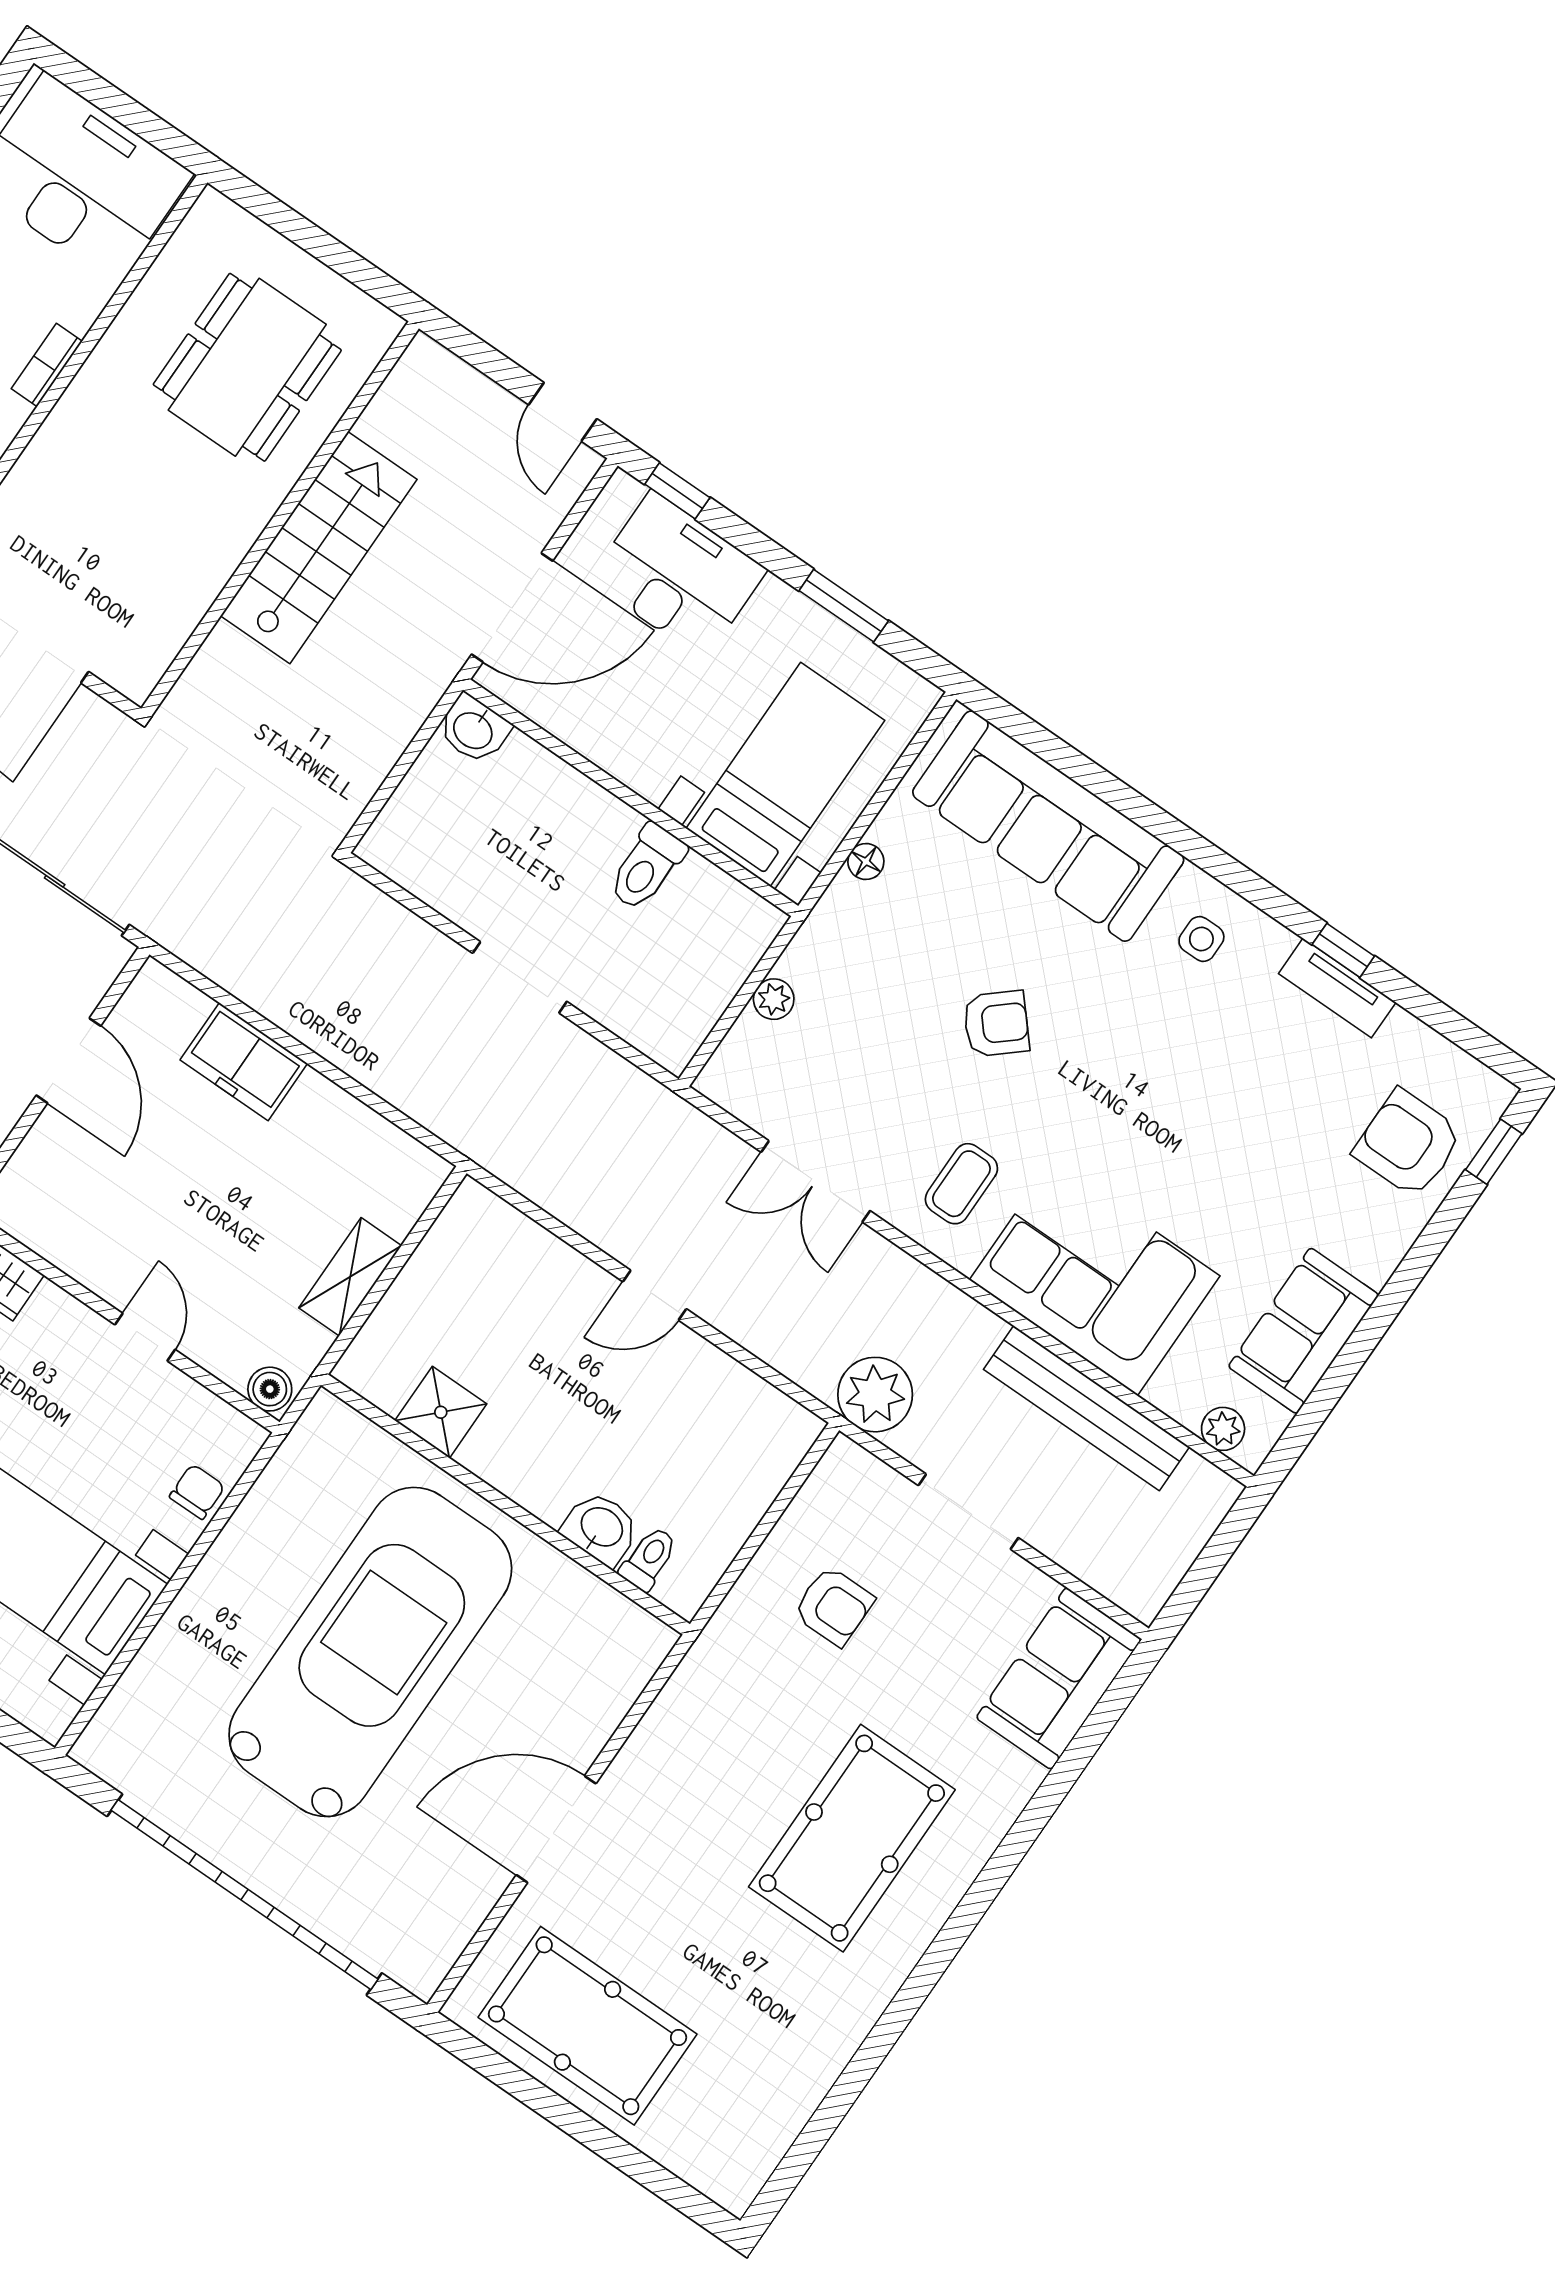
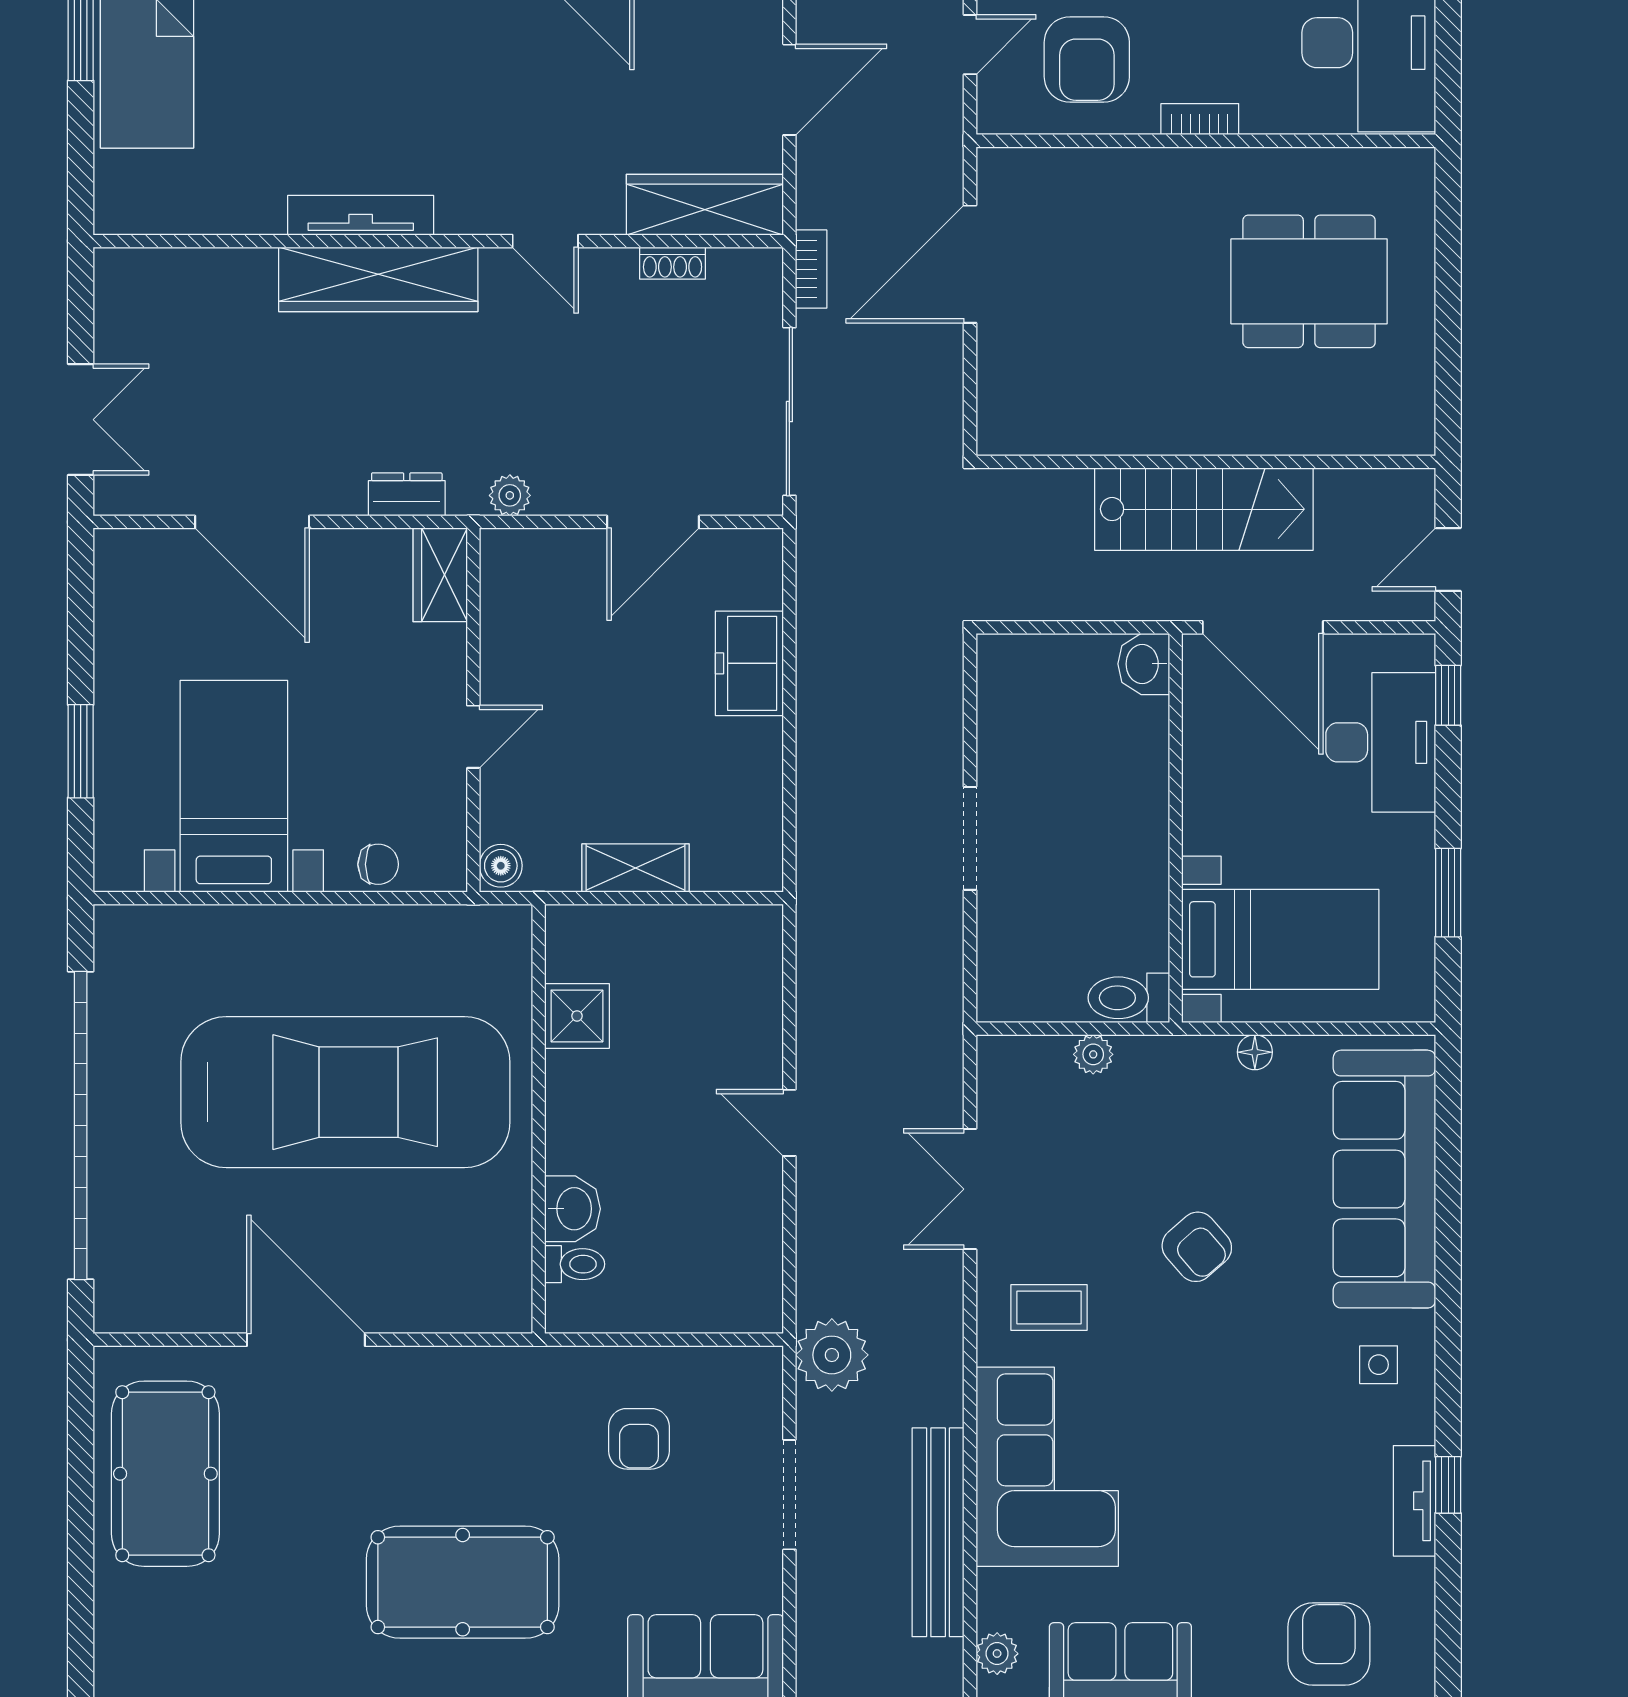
wall: (280, 518) -> (1206, 462), moved
stairs: (319, 548) -> (1204, 509), moved
toilet: (647, 867) -> (1129, 998), moved

